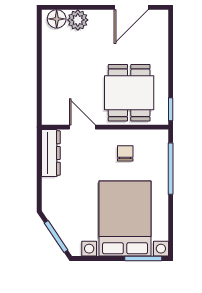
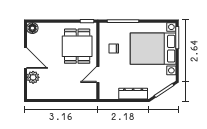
door: (131, 7) -> (25, 58), moved
floor lamp: (57, 19) -> (32, 28), moved
dining table: (129, 93) -> (77, 46), turned 90
dresser: (51, 153) -> (133, 94), moved

